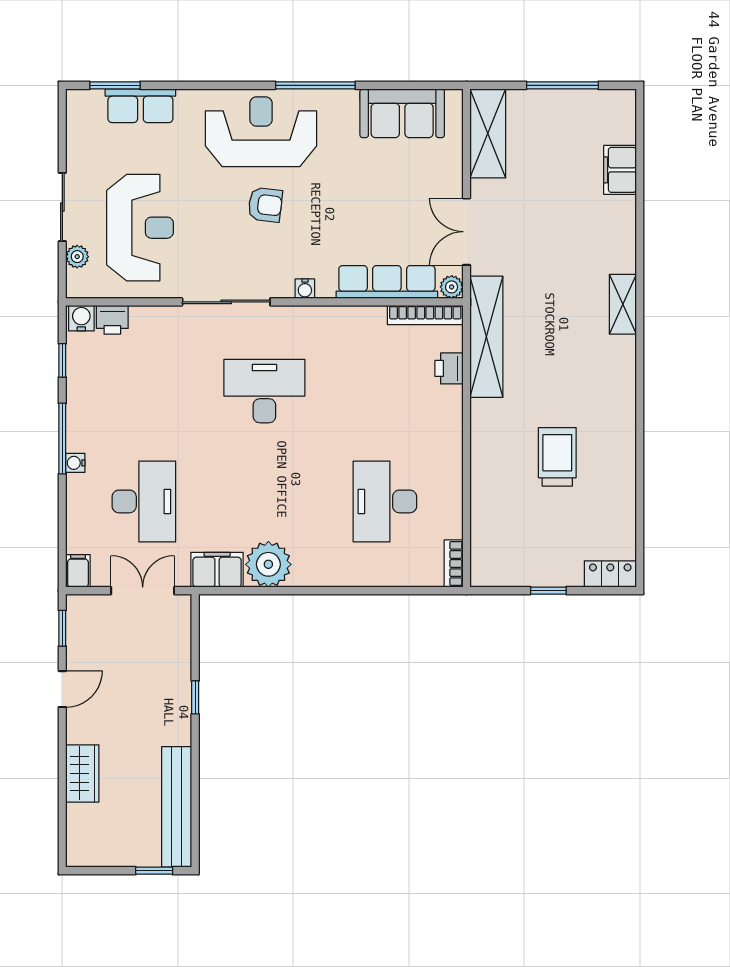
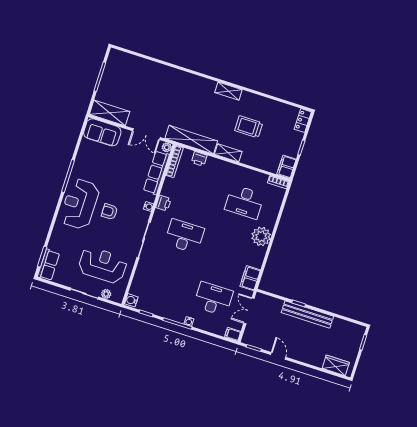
row of seats: (140, 106) -> (48, 265), moved
sofa: (402, 113) -> (102, 132), moved, turned 90
filing cabinet: (620, 170) -> (286, 167), moved, turned 90
armchair: (265, 205) -> (110, 212), turned -97
shelving: (623, 304) -> (228, 91), moved
printer: (112, 320) -> (163, 203), moved
desk: (264, 391) -> (184, 236), turned 90
shelving: (484, 430) -> (228, 153), added
plant: (268, 564) -> (261, 236), moved
wardrobe: (82, 773) -> (336, 365), moved
bench: (177, 807) -> (307, 314), moved

